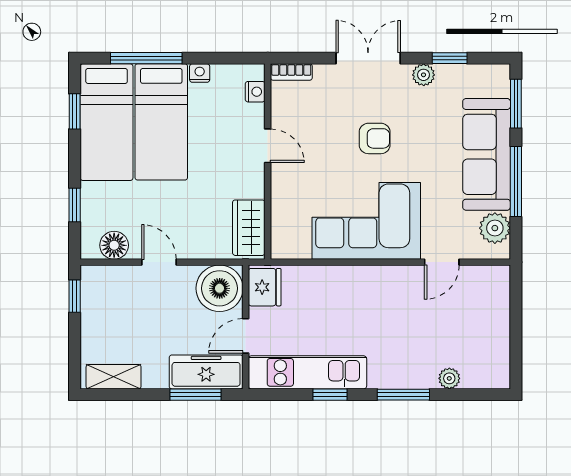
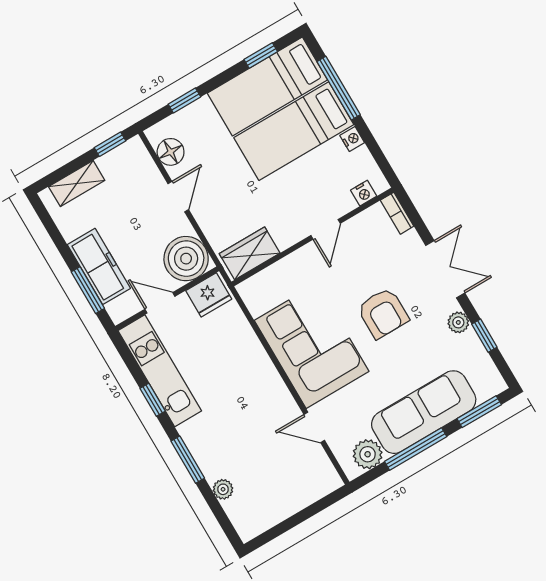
armchair: (375, 138) -> (383, 313), width x1.38, depth x1.38
freezer: (206, 372) -> (99, 266), moved
shelving: (114, 377) -> (77, 183), moved, turned 90

